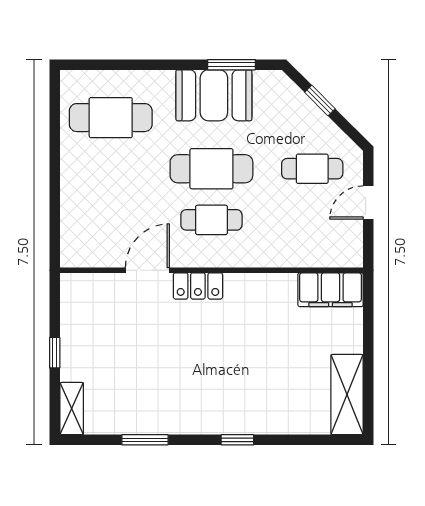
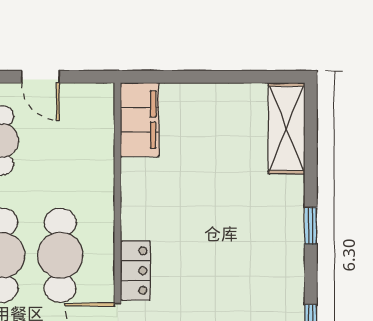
cafe table: (211, 220) -> (60, 255), width x1.37, depth x1.35
shelving: (347, 395) -> (287, 128), moved, turned 90

